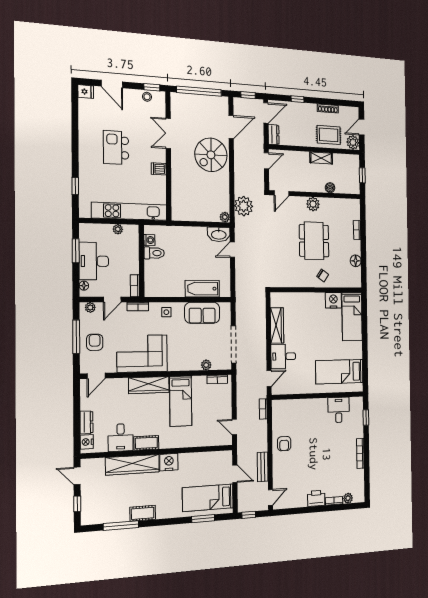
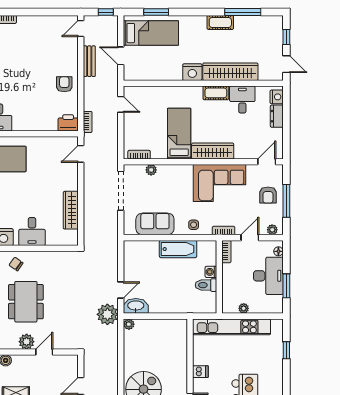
door: (282, 193) -> (44, 352), moved
plant: (244, 206) -> (107, 314), moved
washing machine: (149, 240) -> (211, 272), moved
bathtub: (202, 289) -> (178, 249), moved
desk: (283, 356) -> (32, 231), moved, turned 90
printer: (316, 498) -> (68, 123), moved, turned 180

